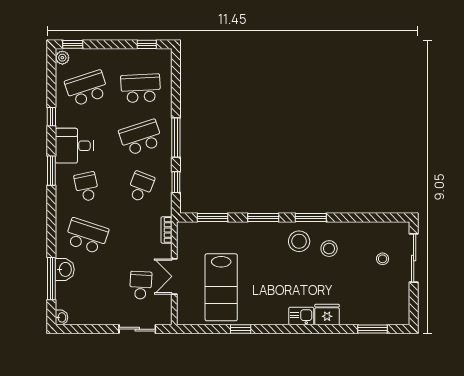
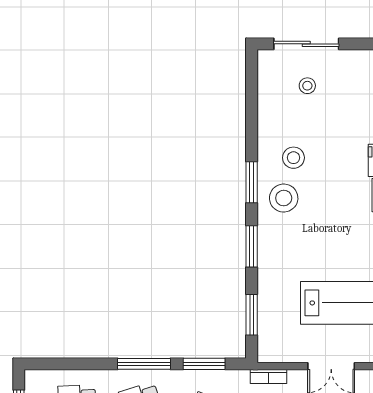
window: (176, 182) -> (204, 364), width x1.50

